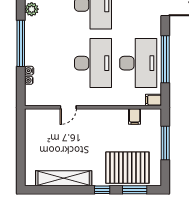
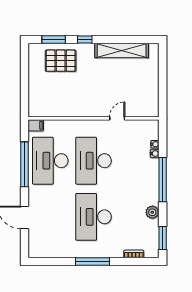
filing cabinet: (135, 116) -> (54, 110), removed
window: (165, 143) -> (24, 84), removed
pallet: (127, 168) -> (61, 61), width x0.73, depth x0.71

